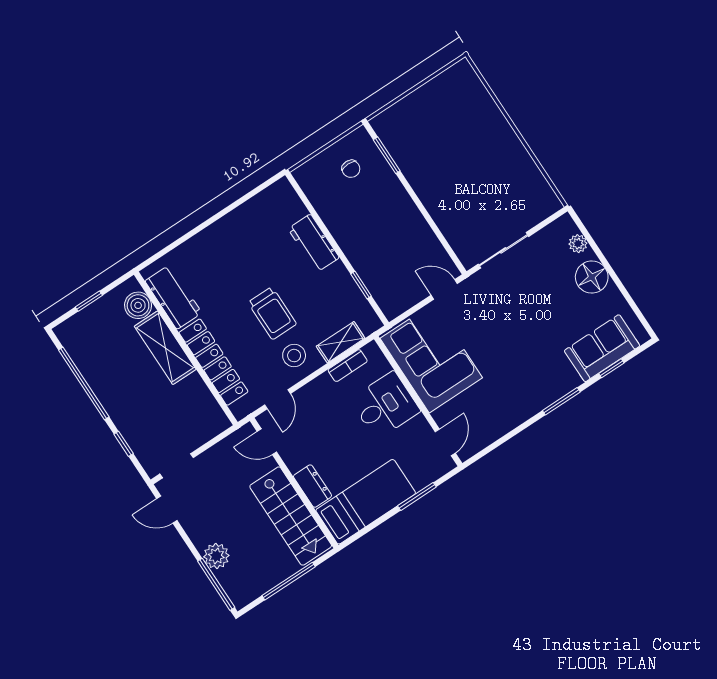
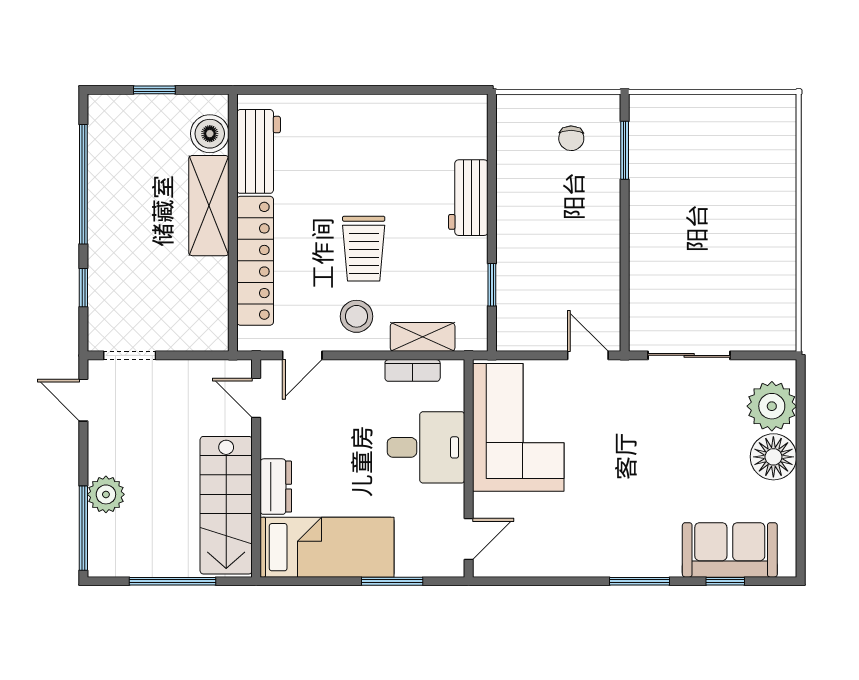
plant: (578, 244) -> (772, 406), width x1.87, depth x1.87

